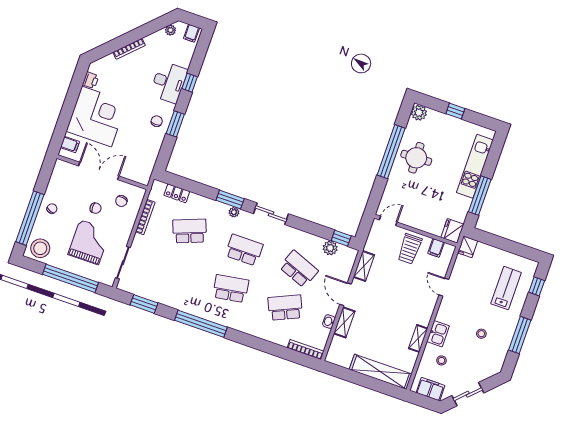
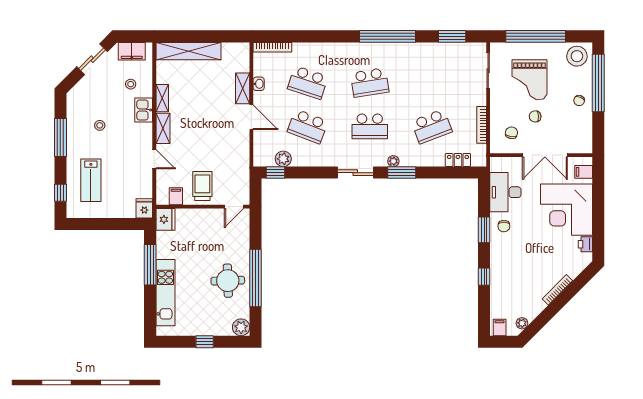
desk: (169, 82) -> (505, 192), moved
shelving: (364, 266) -> (163, 128), moved
school desk: (285, 308) -> (308, 83), turned 42

